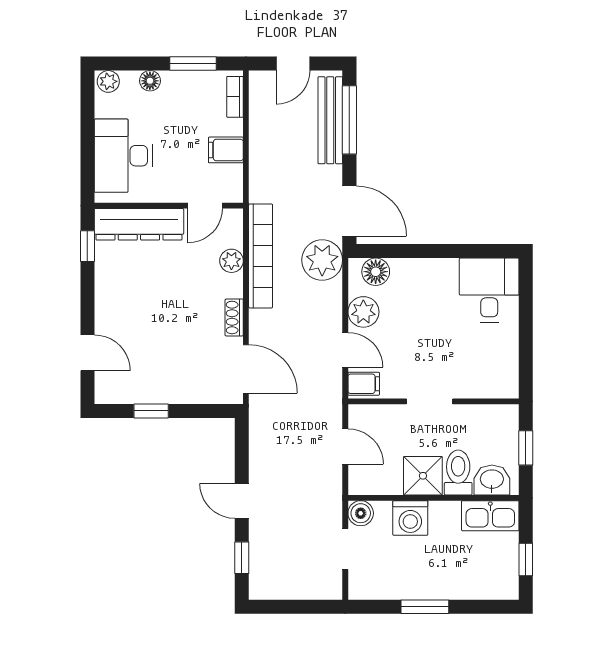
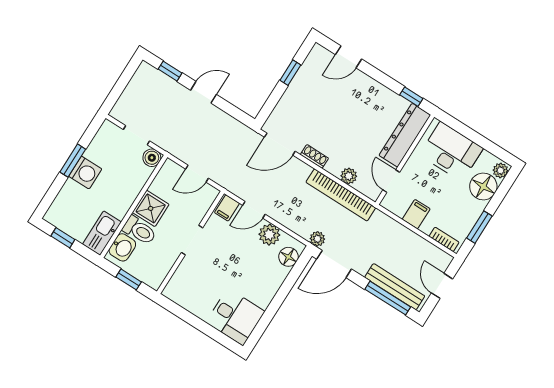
floor lamp: (150, 81) -> (483, 187), width x1.89, depth x1.89
plant: (322, 260) -> (317, 239), width x0.53, depth x0.53
washing machine: (410, 518) -> (85, 173), moved, turned 180

